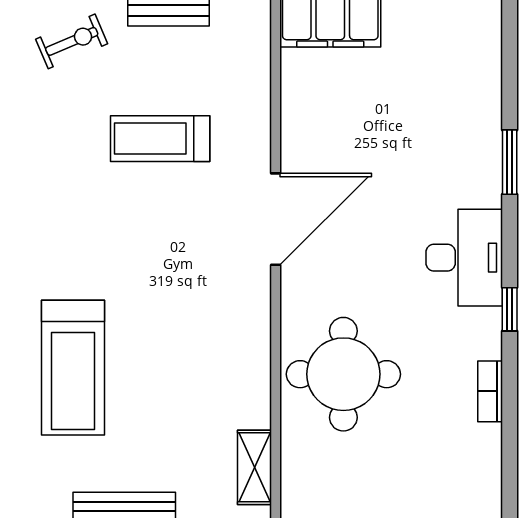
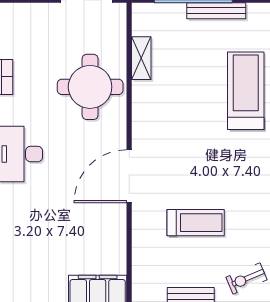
shelving: (255, 467) -> (141, 58), moved

